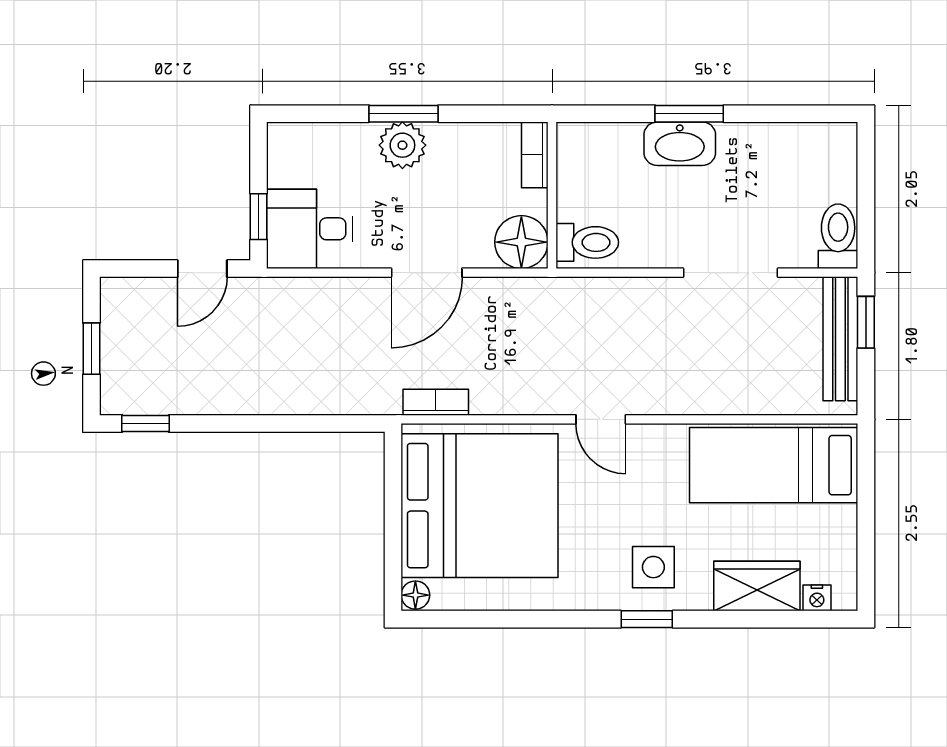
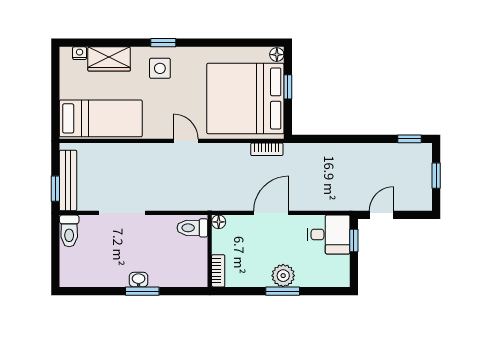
washbasin: (680, 144) -> (139, 280), width x0.52, depth x0.69
floor lamp: (521, 242) -> (219, 222), width x0.53, depth x0.53
window: (393, 529) -> (288, 87), added

